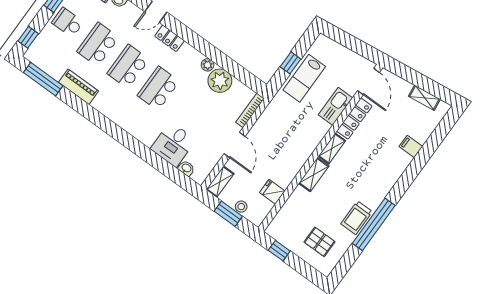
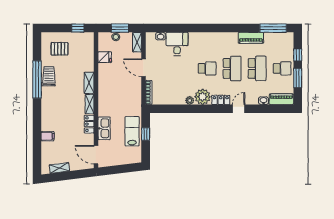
window: (28, 37) -> (298, 55), moved
plant: (220, 81) -> (203, 97), moved
school desk: (158, 88) -> (207, 68), width x0.54
locker: (354, 119) -> (89, 124), width x0.66

